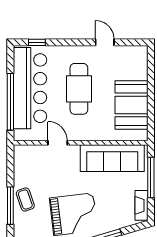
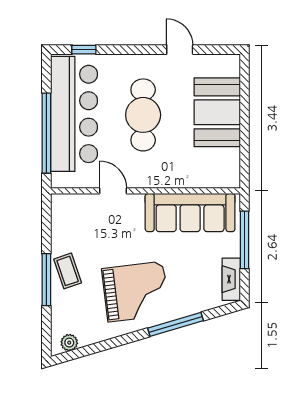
booth: (131, 105) -> (217, 112), moved

